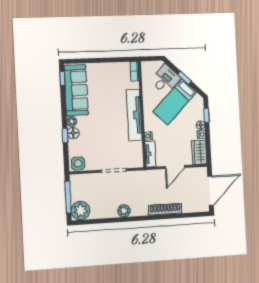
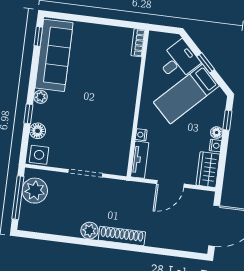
tv unit: (134, 115) -> (127, 103), removed
floor lamp: (73, 133) -> (38, 131), moved
shoe rack: (165, 209) -> (122, 236), moved
plant: (80, 211) -> (35, 191), moved

